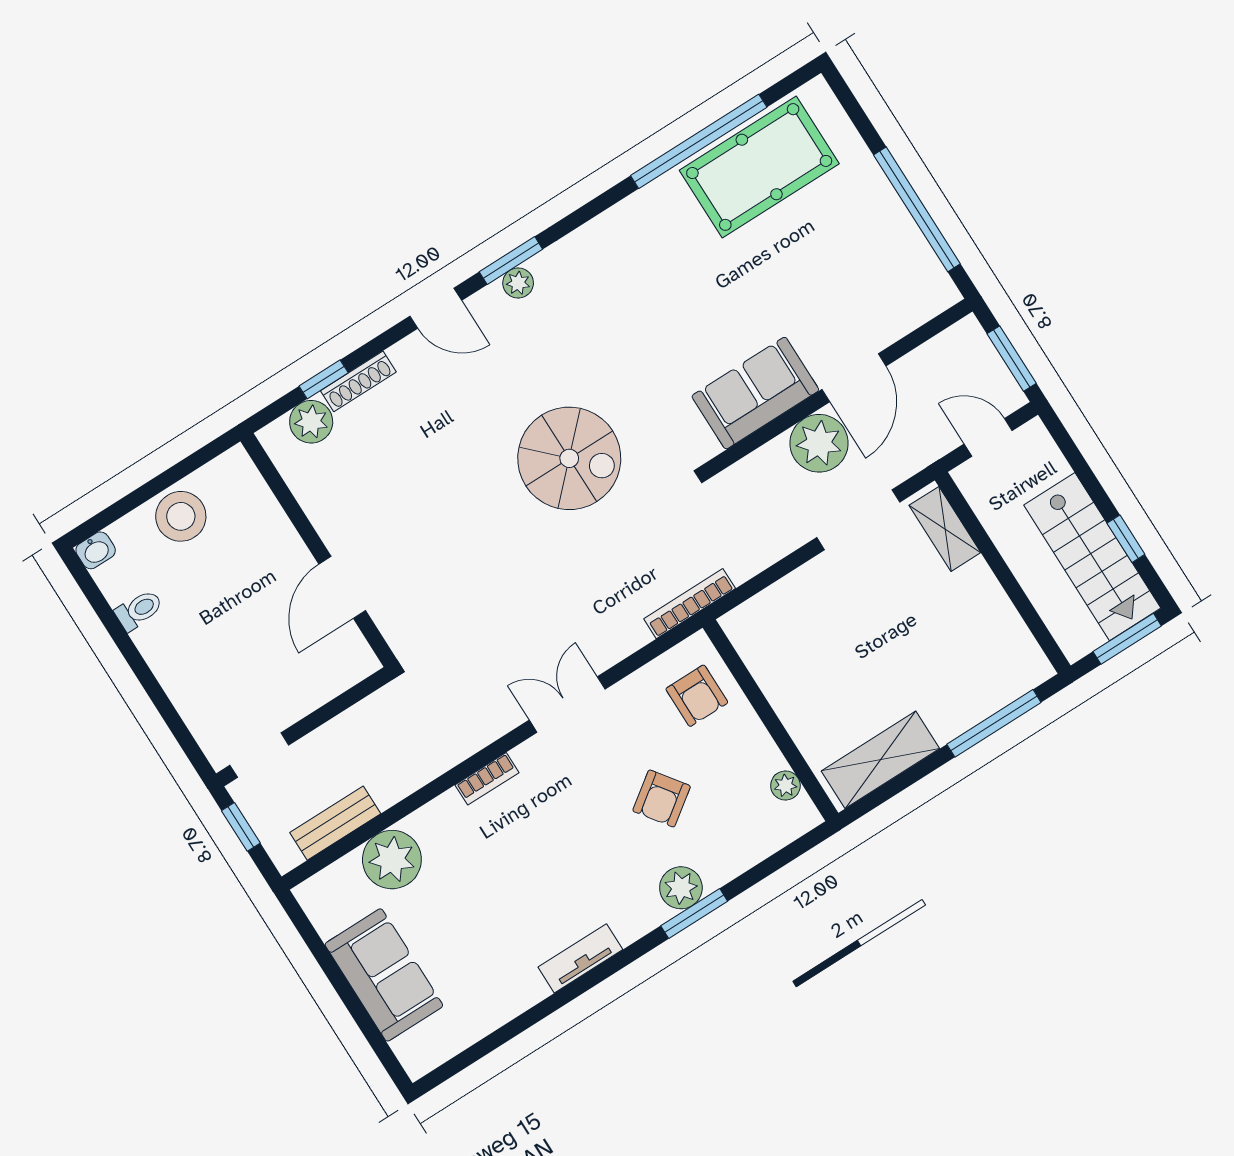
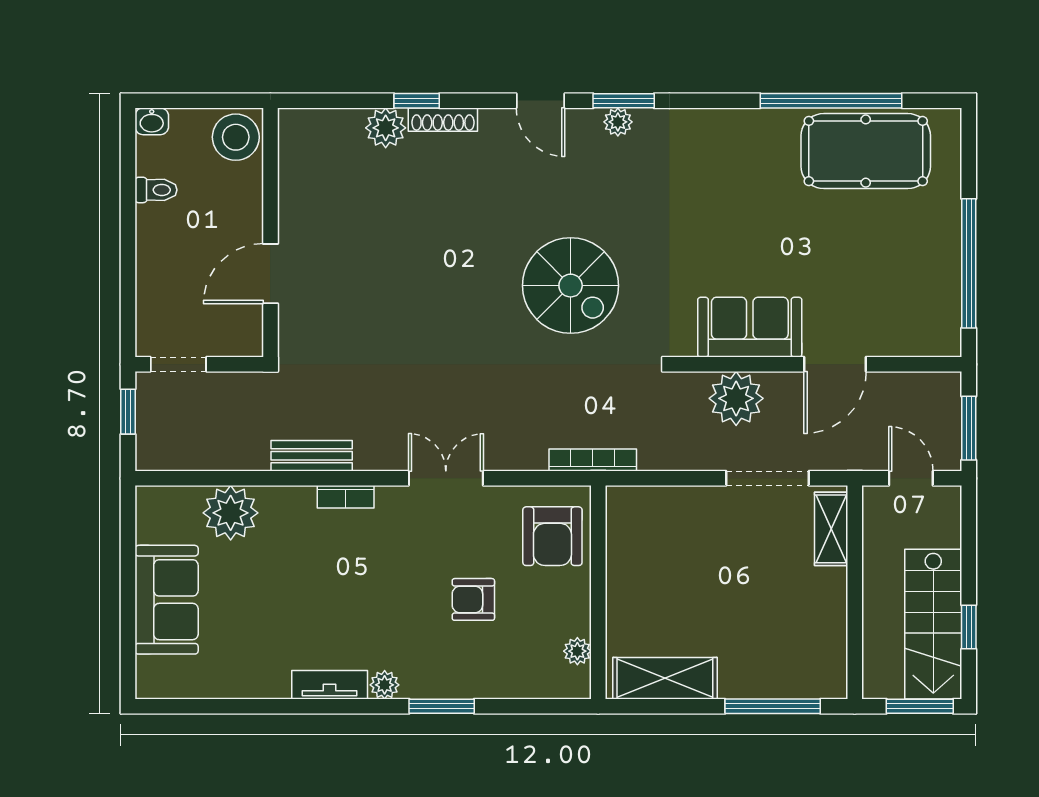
plant: (819, 443) -> (736, 398), moved
wall: (319, 550) -> (270, 233), moved
door: (342, 587) -> (270, 274), moved
armchair: (697, 696) -> (552, 536), width x1.38, depth x1.38
armchair: (662, 798) -> (473, 599), turned 36
bench: (335, 823) -> (312, 456), moved
plant: (681, 888) -> (385, 685), moved, width x0.73, depth x0.73

